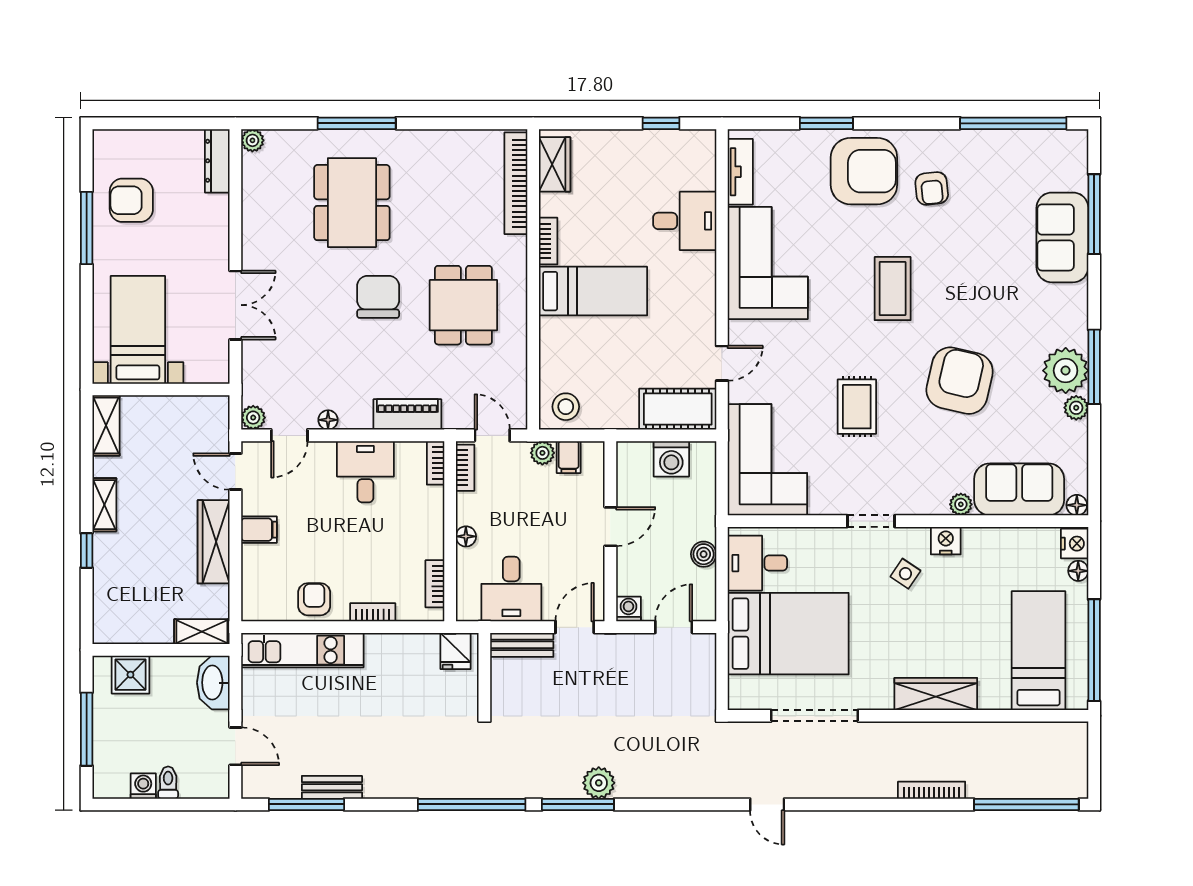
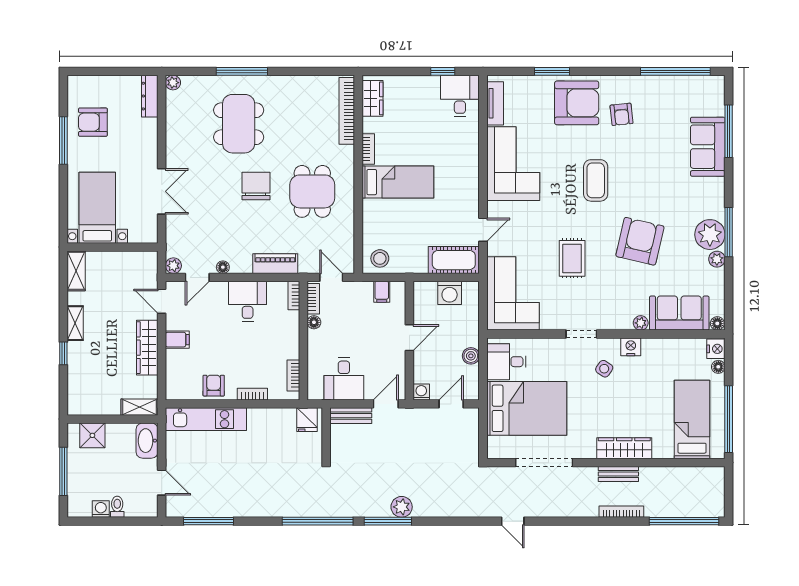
desk: (685, 221) -> (460, 96), moved, turned -90
plant: (542, 453) -> (364, 289), removed
floor lamp: (466, 536) -> (314, 322), moved
bench: (332, 787) -> (618, 474), moved

